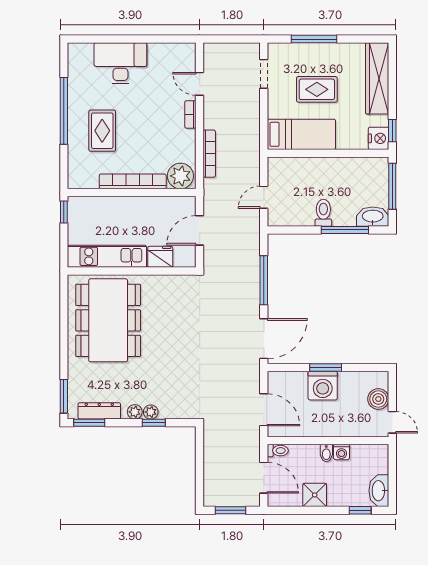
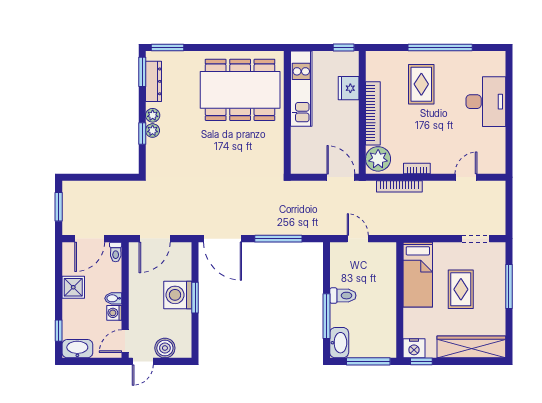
bookcase: (190, 114) -> (417, 168), moved
rug: (102, 131) -> (421, 84), turned 90
door: (200, 230) -> (341, 177), moved
fridge: (160, 257) -> (349, 88), moved, turned 180
door: (371, 441) -> (125, 341), added

